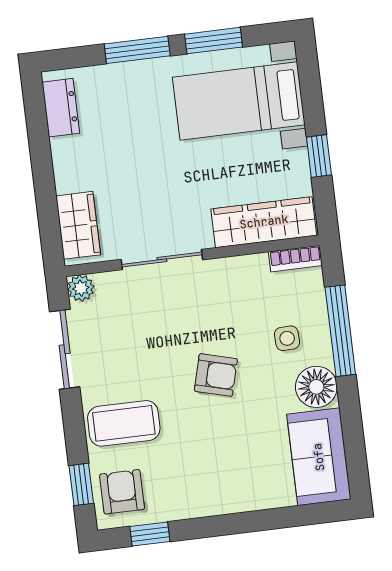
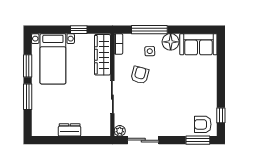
dresser: (61, 108) -> (70, 130), moved
wardrobe: (78, 225) -> (95, 129), removed
armchair: (216, 375) -> (140, 75), moved
coffee table: (124, 423) -> (176, 120), removed
window: (81, 484) -> (198, 140), width x1.50

